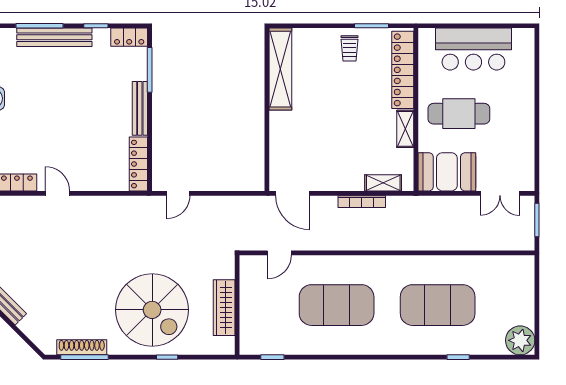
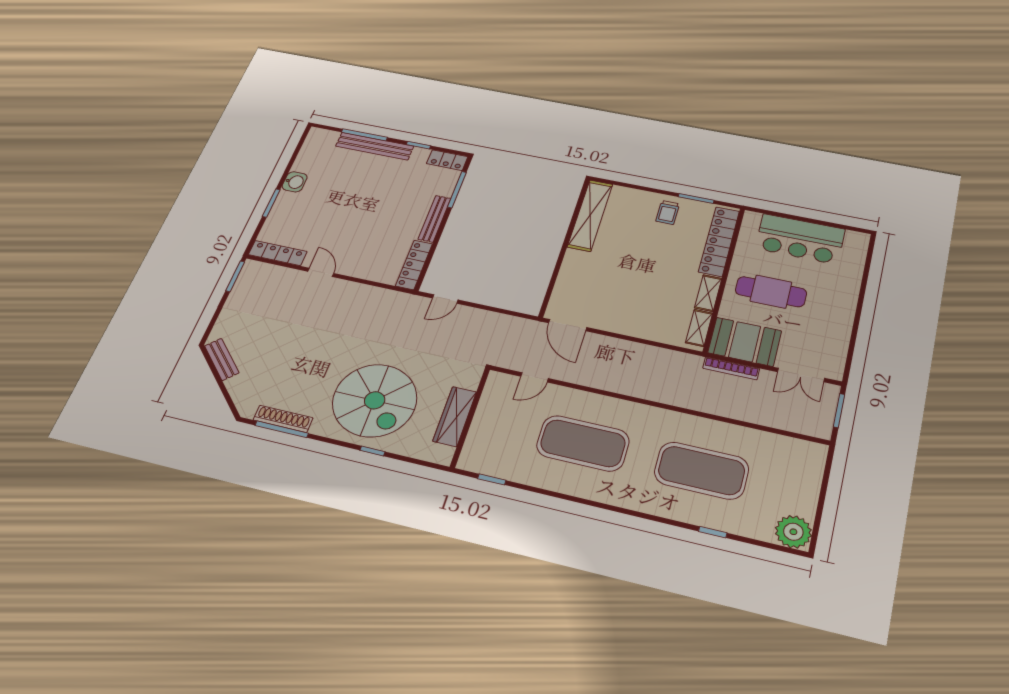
shelving: (383, 183) -> (699, 328), moved, turned 90
bookcase: (362, 202) -> (731, 368), moved

